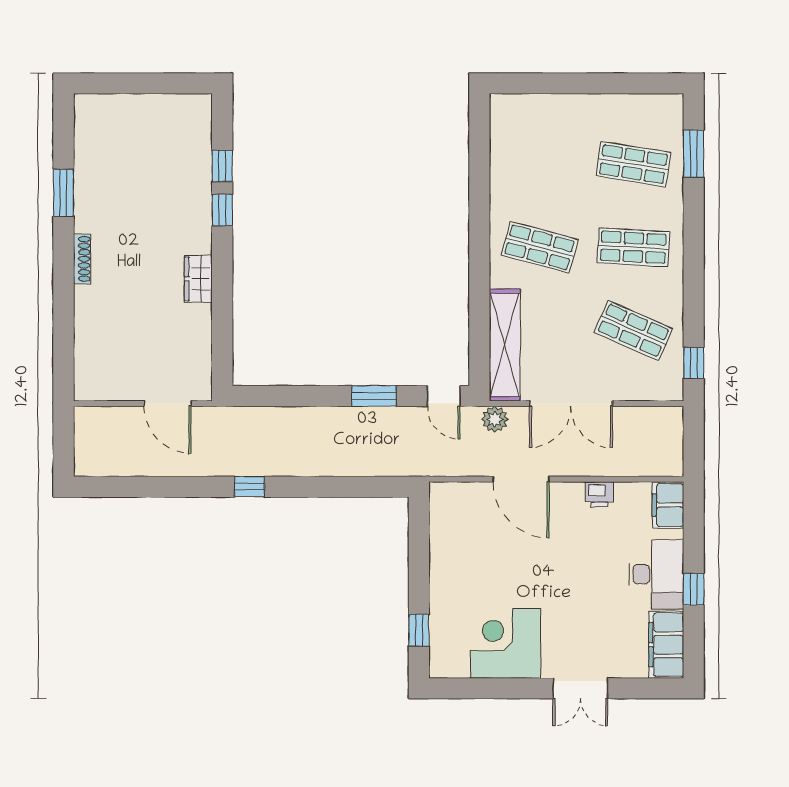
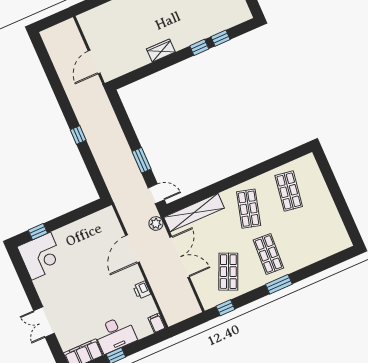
window: (694, 154) -> (279, 284), moved
shop shelf: (633, 164) -> (289, 191), moved
door: (444, 396) -> (156, 194), swing flipped
double door: (571, 404) -> (180, 257), swing flipped
window: (249, 487) -> (78, 135), moved
filing cabinet: (668, 505) -> (157, 323), width x0.50
corner desk: (506, 643) -> (41, 256), moved, turned 90

